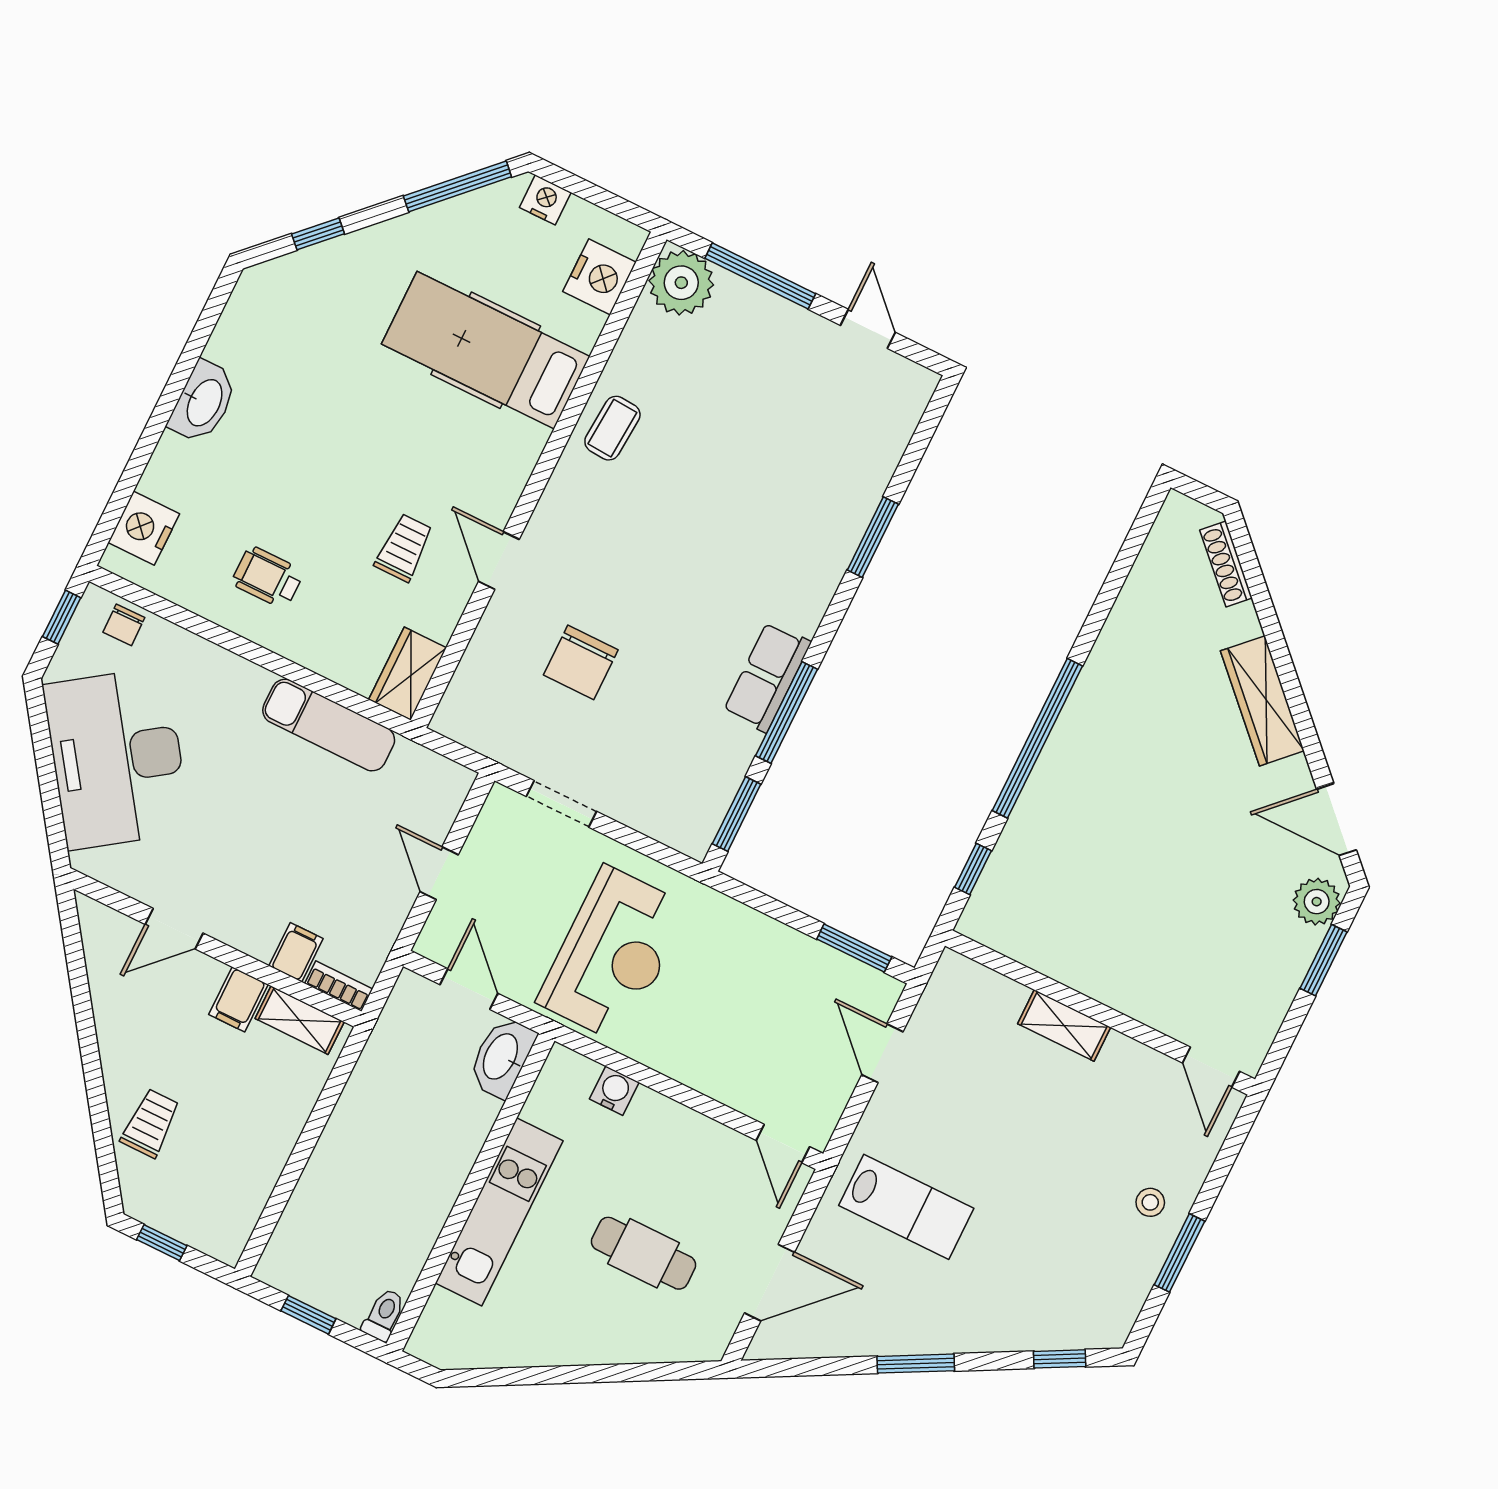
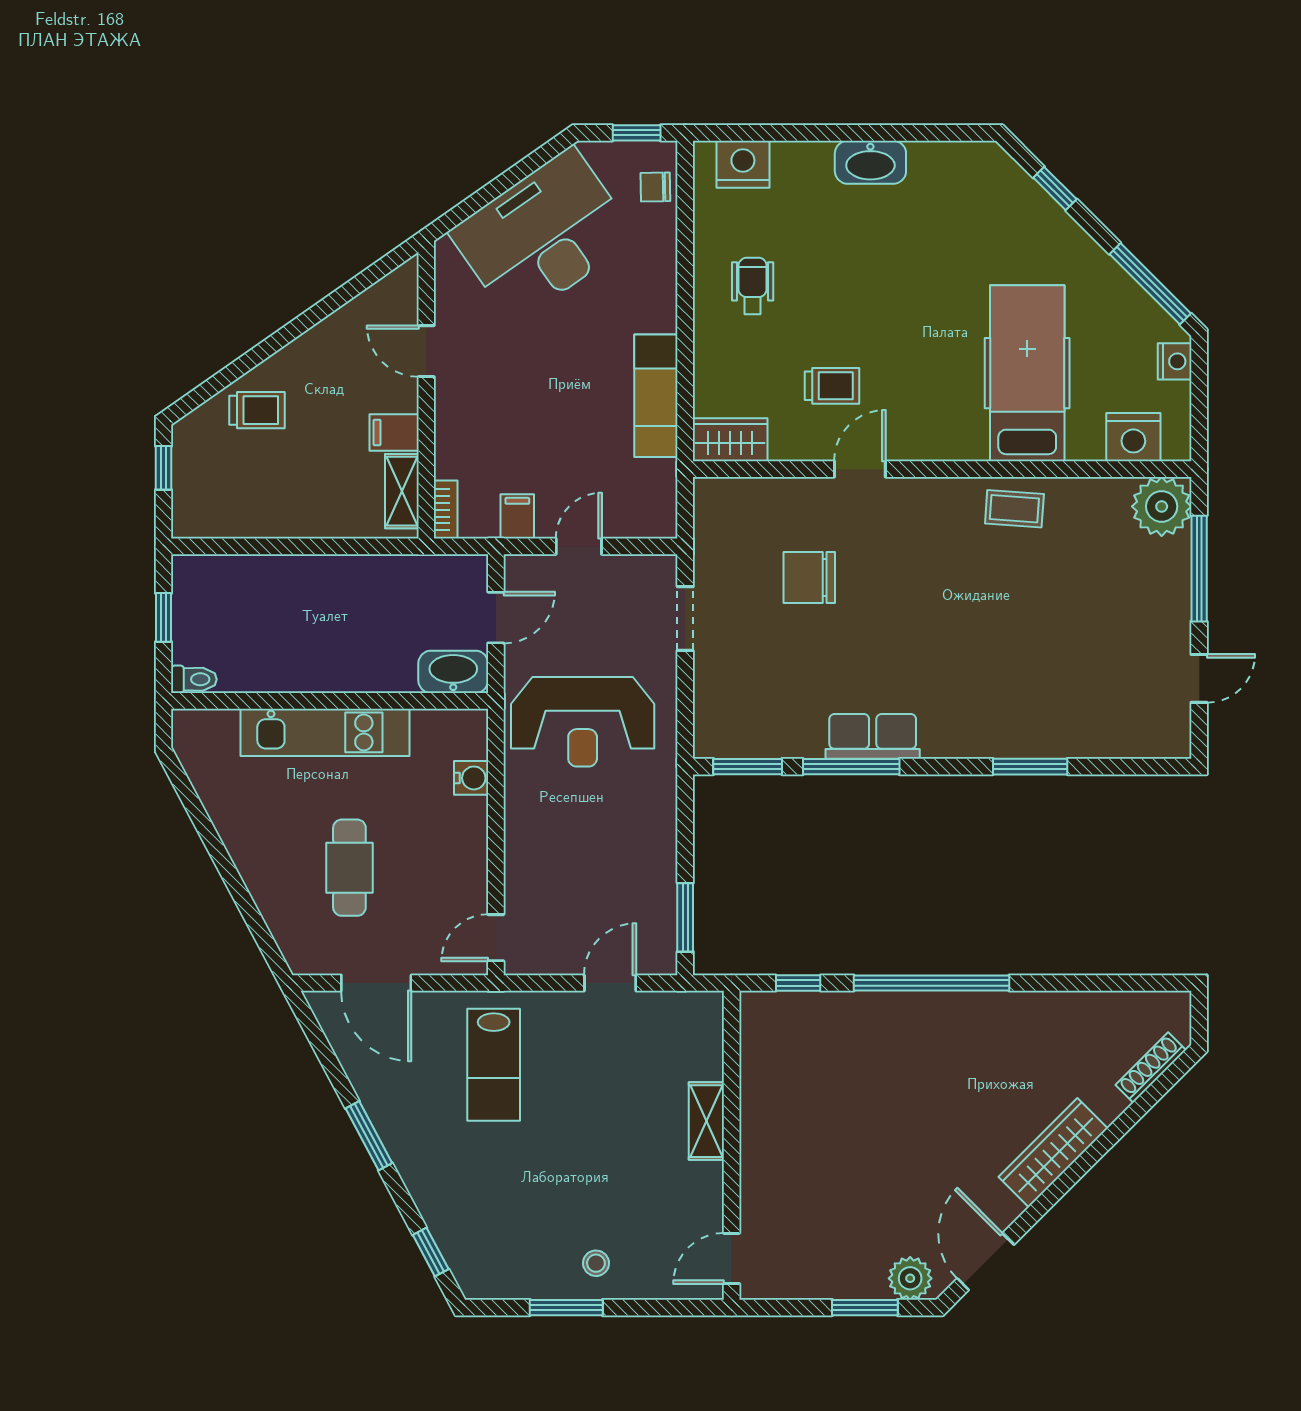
filing cabinet: (296, 952) -> (517, 516), moved, turned -90

